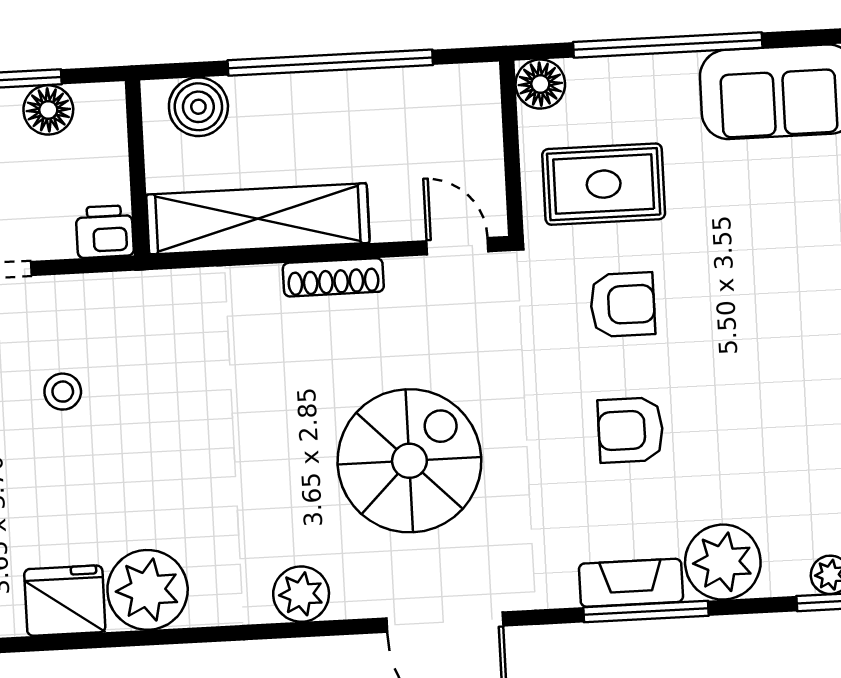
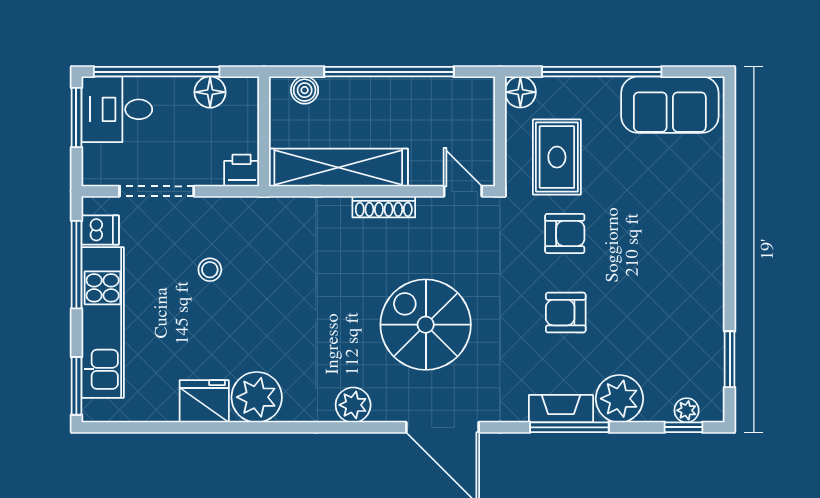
boiler: (198, 107) -> (305, 90), width x0.73, depth x0.73
rug: (604, 184) -> (557, 157), turned 90
spiral stairs: (409, 461) -> (426, 325), turned -90

